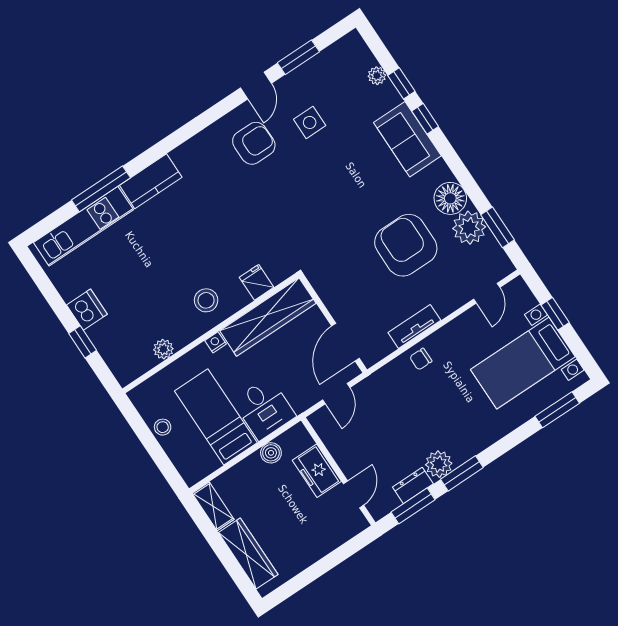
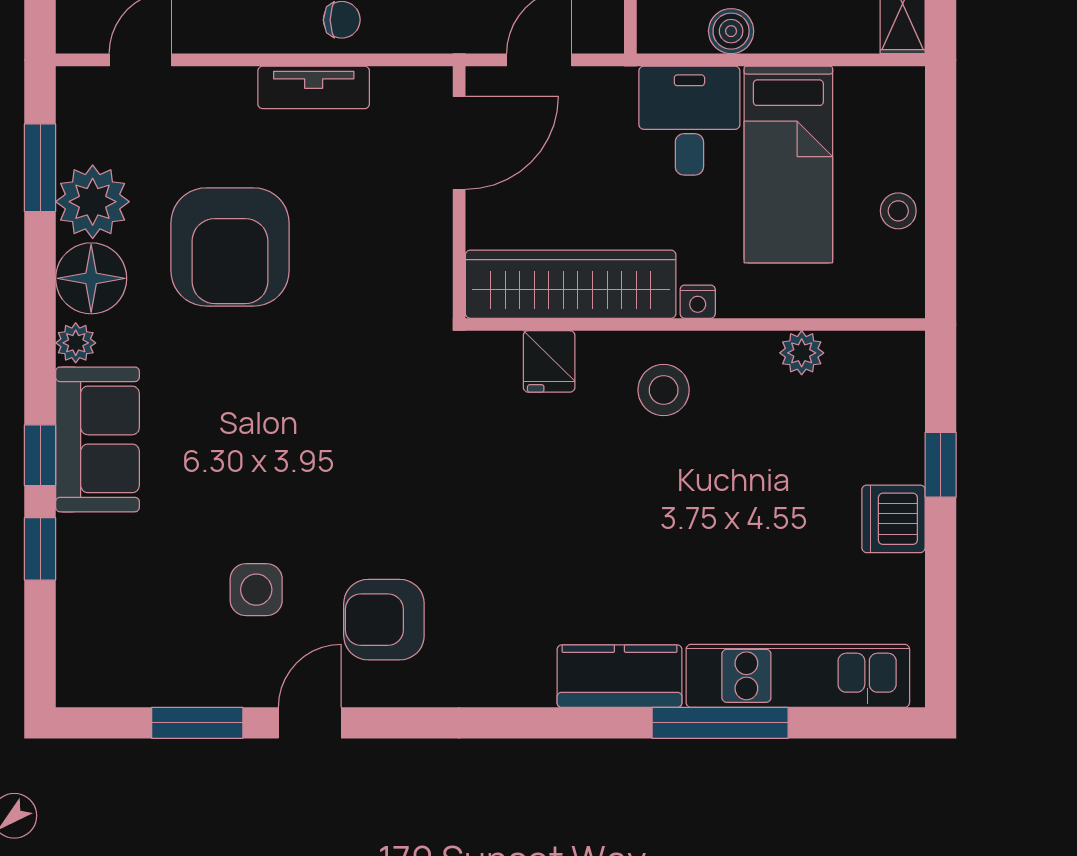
plant: (377, 76) -> (76, 343), moved

